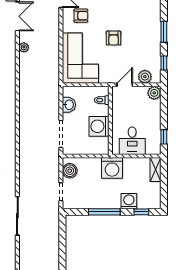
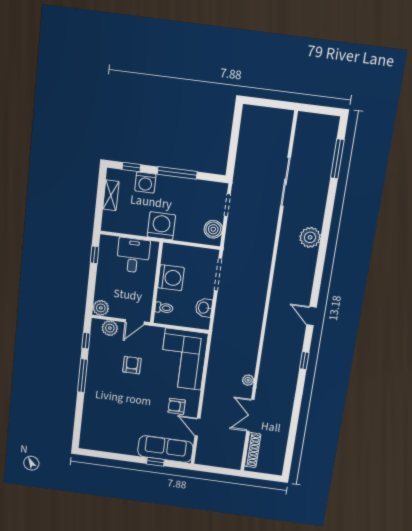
window: (164, 32) -> (82, 376), width x1.44
armchair: (114, 38) -> (132, 365), moved
shelving: (155, 170) -> (111, 195), moved

